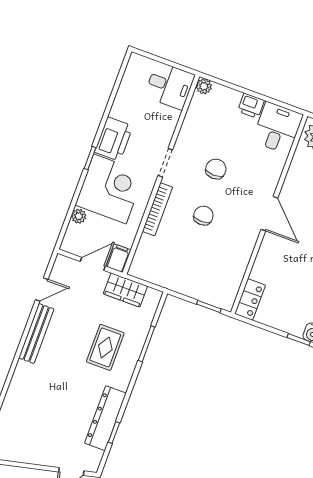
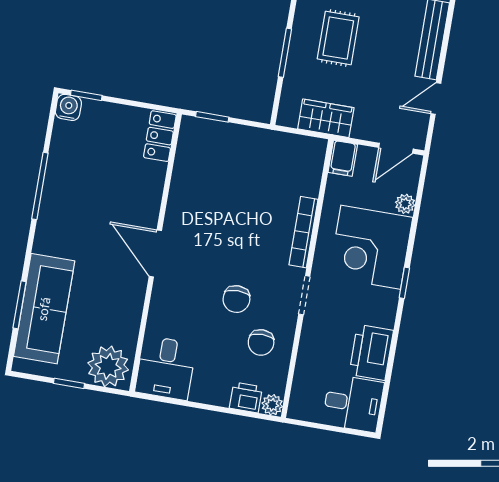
desk: (170, 86) -> (353, 403), moved, turned 180
printer: (251, 106) -> (246, 397), moved
printer: (114, 139) -> (371, 352), moved
chair: (203, 216) -> (261, 343), moved
door: (93, 264) -> (396, 148), moved

